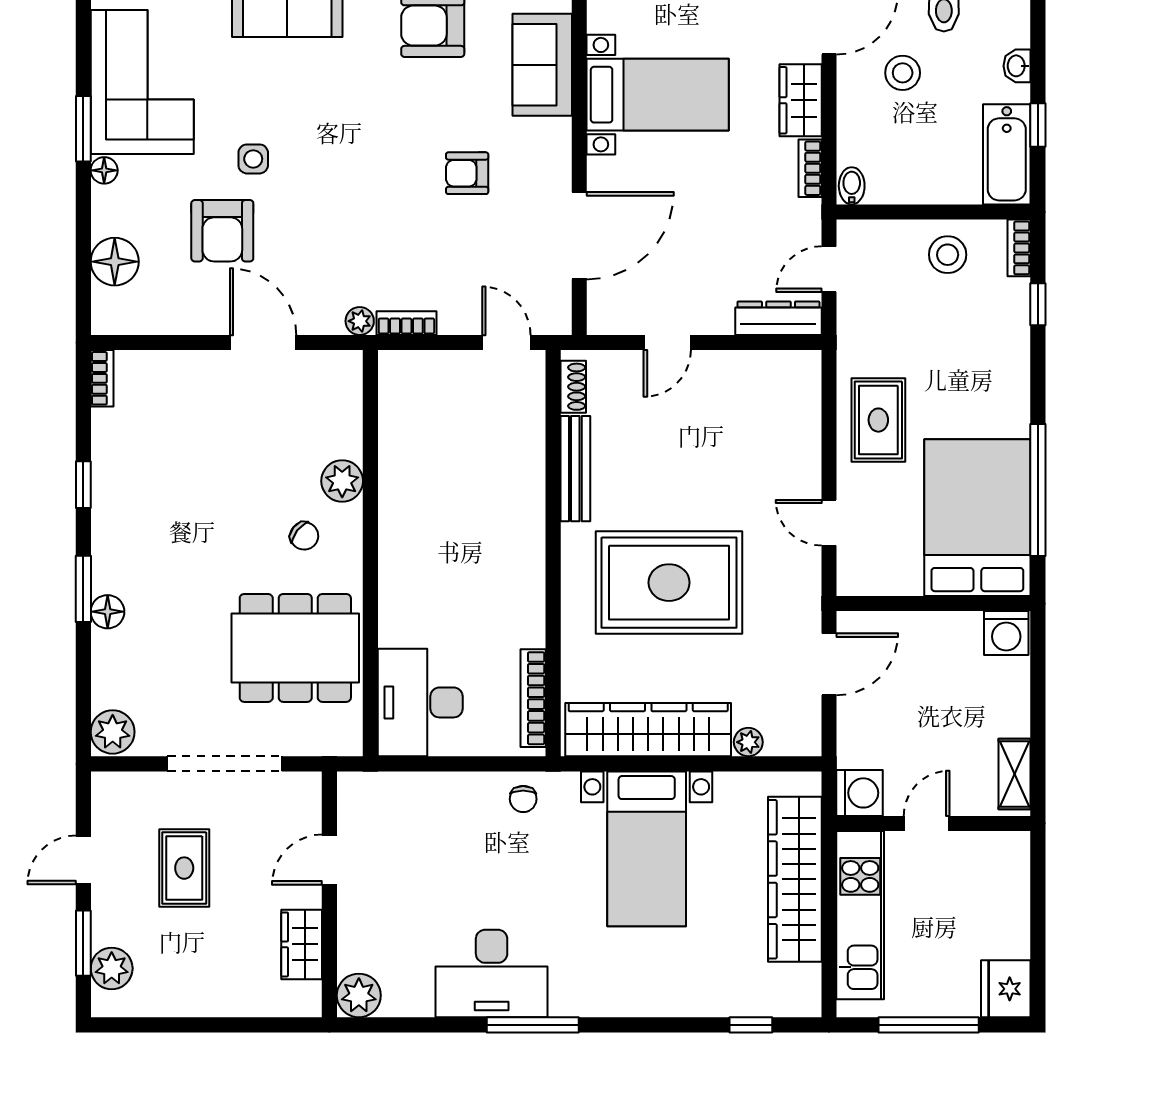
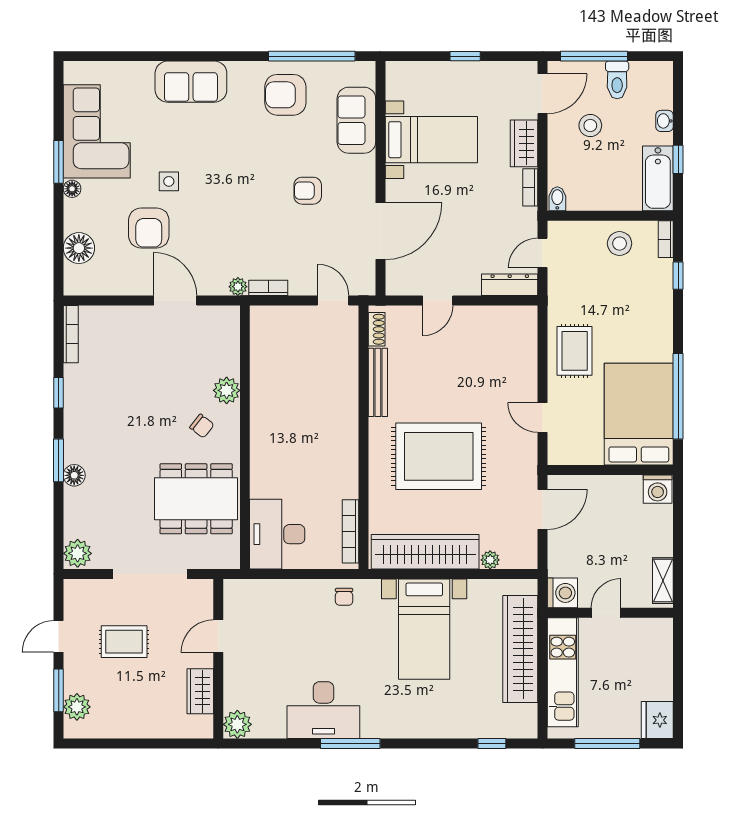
bookcase: (102, 378) -> (71, 334), width x1.56
rug: (184, 868) -> (124, 642), turned 90

